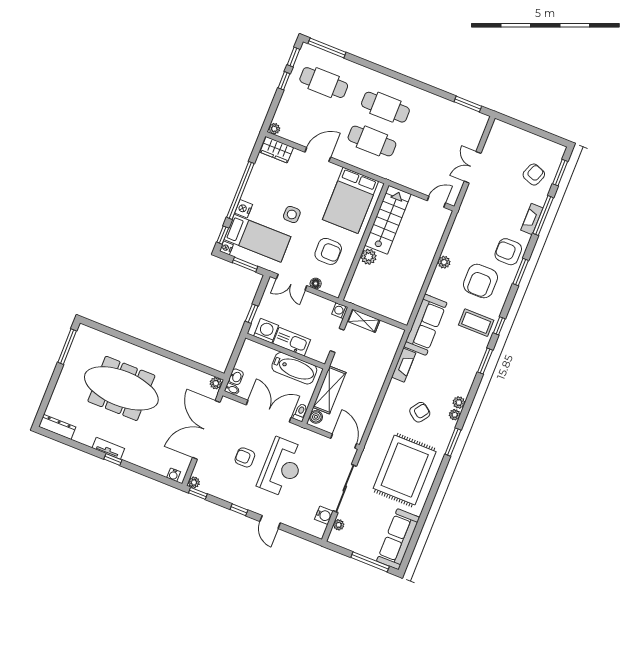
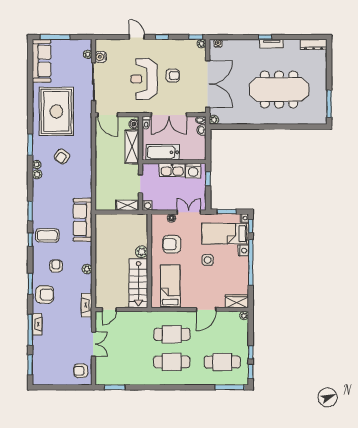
armchair: (534, 175) -> (81, 371), moved, turned 69
bed: (351, 200) -> (170, 286), width x0.67
armchair: (480, 281) -> (56, 266), width x0.53, depth x0.53
fireplace: (404, 365) -> (87, 305), moved

